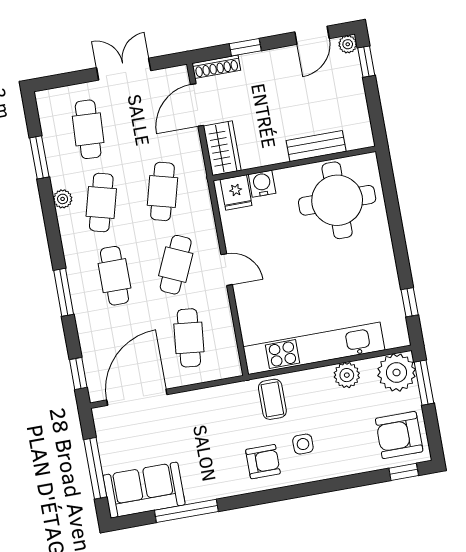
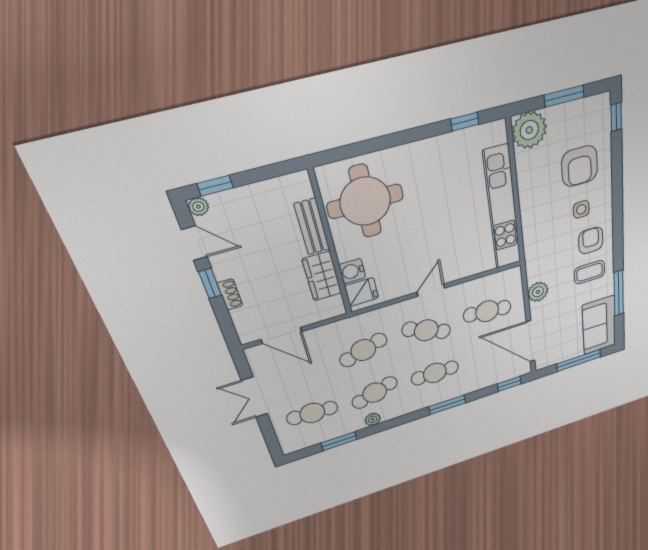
window: (245, 47) -> (210, 283), moved
shoe rack: (216, 67) -> (230, 294), moved, width x0.70
wardrobe: (222, 148) -> (322, 276), moved, turned -90
cafe table: (163, 191) -> (363, 350), turned -33
cafe table: (101, 202) -> (375, 393), turned -33
plant: (347, 375) -> (538, 292), moved
window: (424, 383) -> (564, 96), moved
coffee table: (272, 399) -> (589, 272), moved
armchair: (399, 435) -> (580, 166), moved

